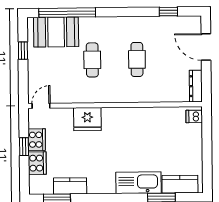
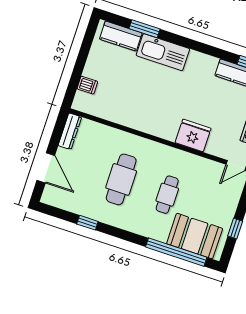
window: (168, 12) -> (87, 223), moved
cafe table: (137, 59) -> (121, 179), width x1.37, depth x1.35
dishwasher: (194, 116) -> (87, 85), moved

